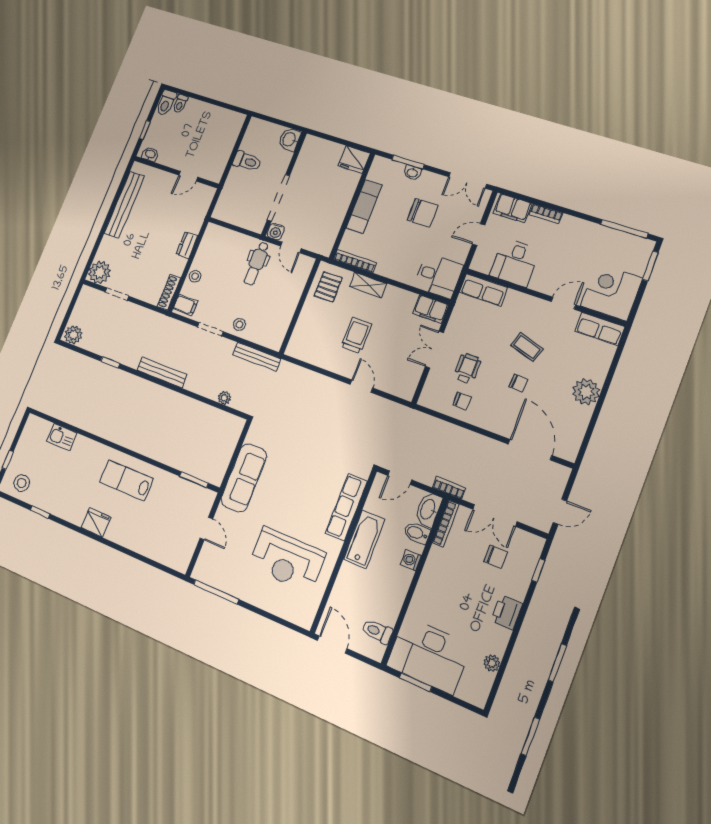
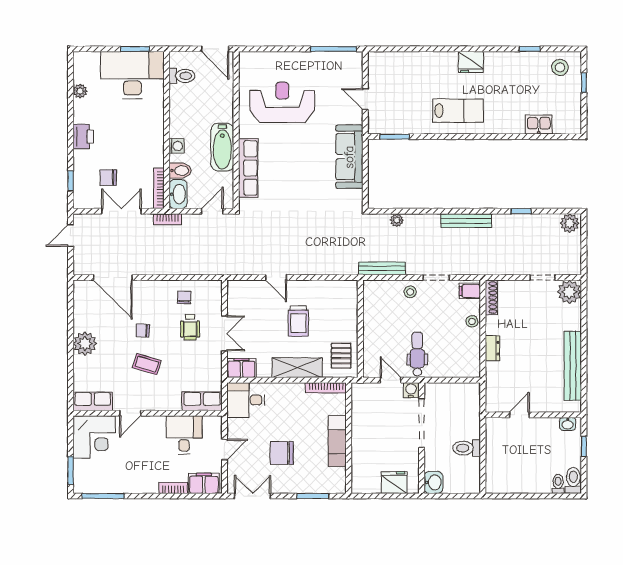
fridge: (354, 159) -> (394, 483), moved
washbasin: (412, 173) -> (305, 487), removed
shelving: (368, 285) -> (297, 368), width x1.50, depth x1.33
chair: (462, 401) -> (184, 297), turned 92

